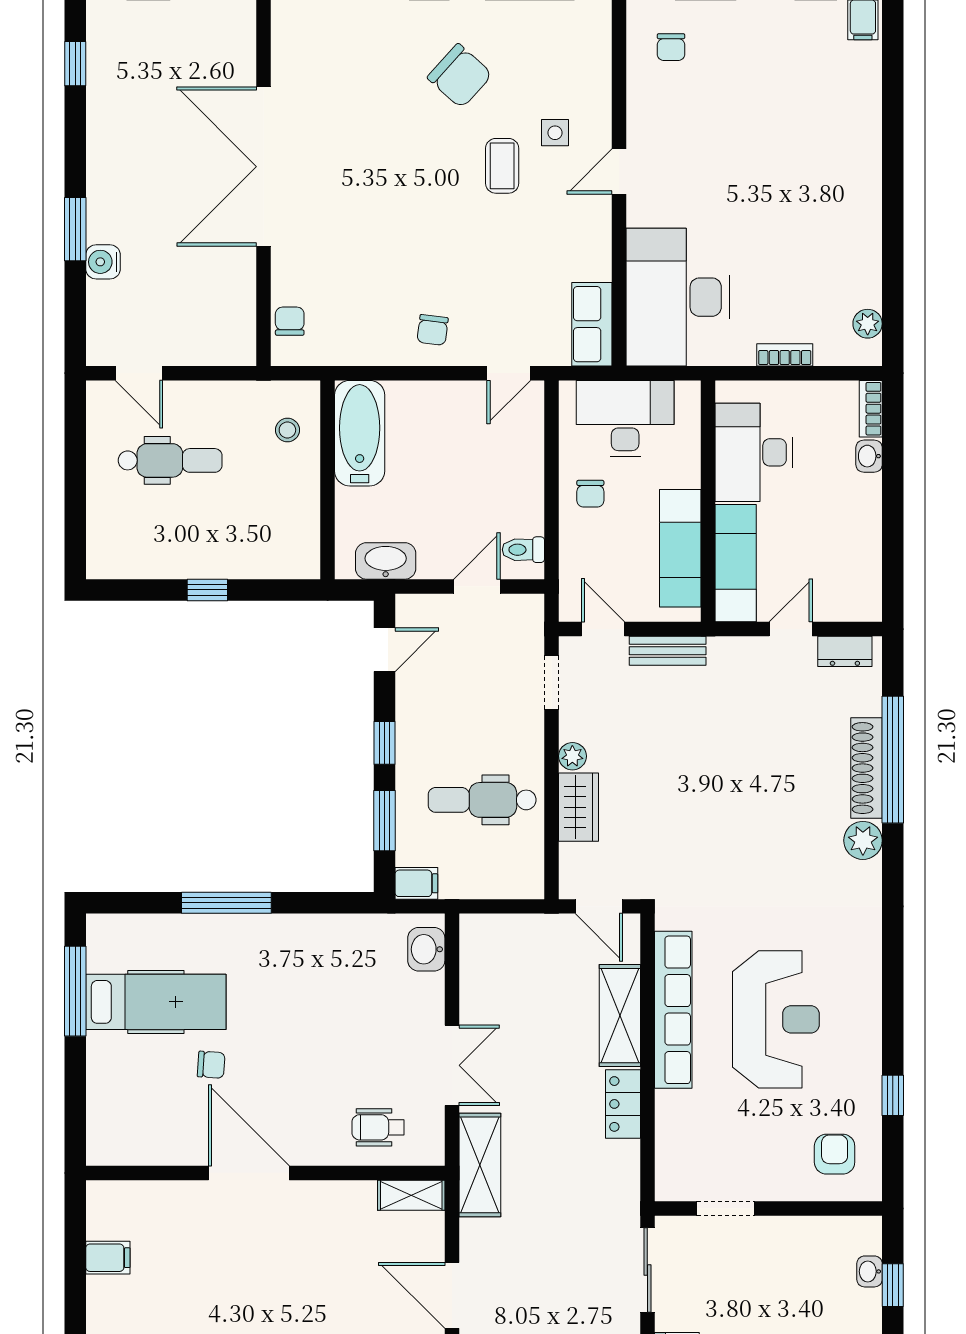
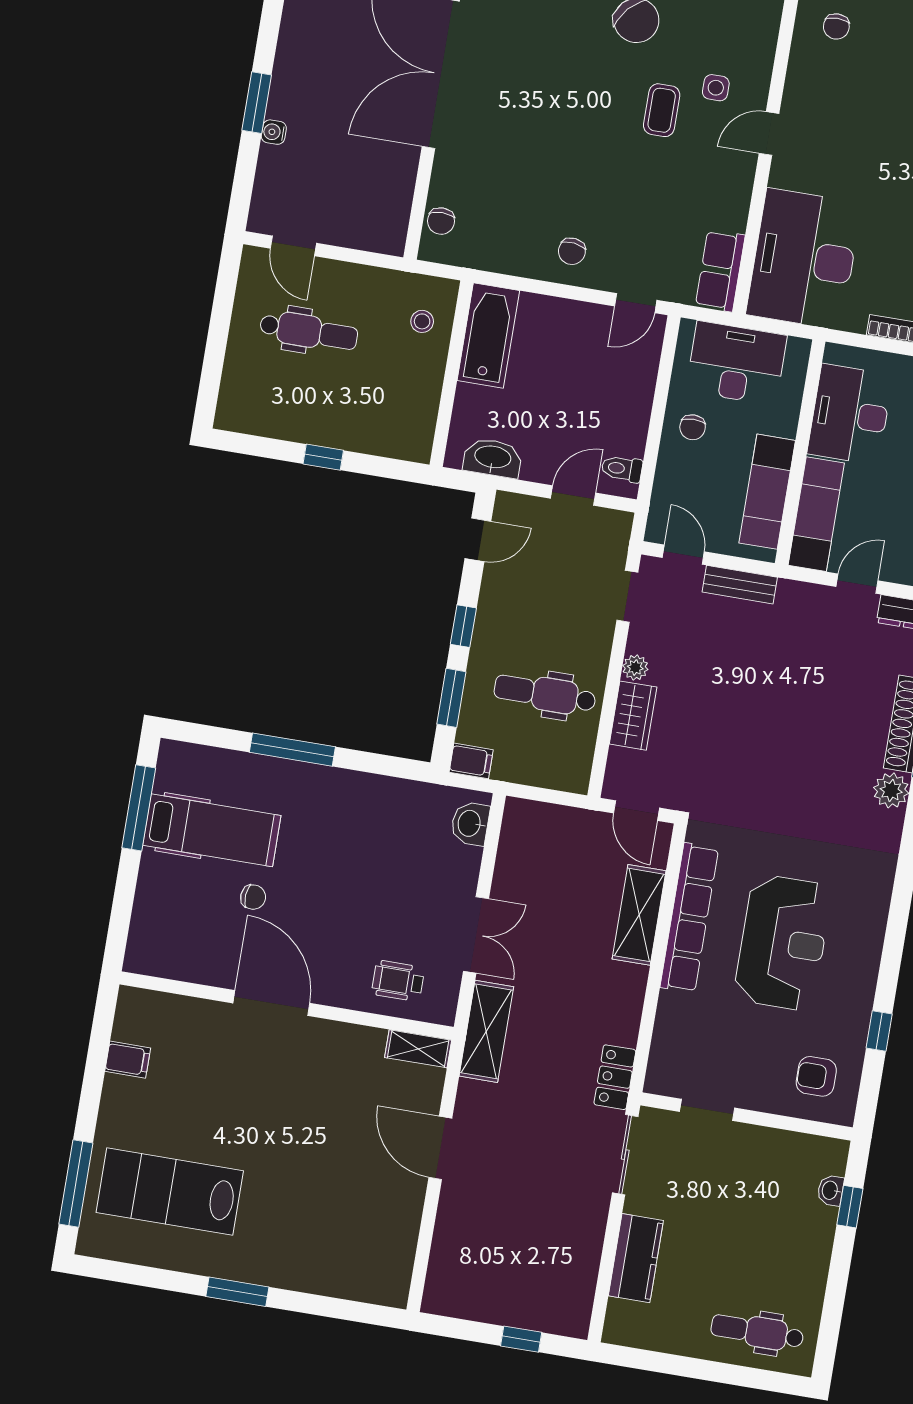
water cooler: (103, 262) -> (274, 132), width x0.72, depth x0.72
chair: (290, 321) -> (441, 221), turned 180
locker: (623, 1104) -> (615, 1077), moved
armchair: (835, 1154) -> (816, 1076), turned -90

